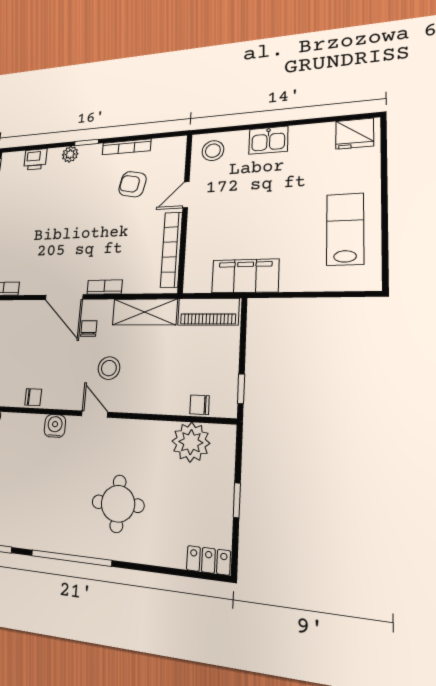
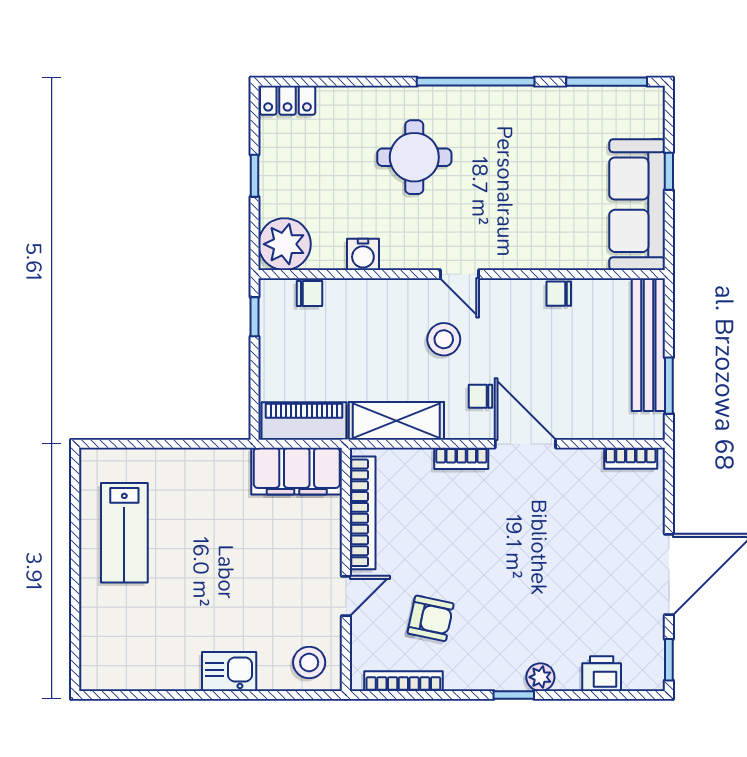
fridge: (355, 134) -> (112, 670), removed
bookcase: (126, 147) -> (403, 681), moved
filing cabinet: (245, 276) -> (297, 471), moved
chair: (89, 328) -> (480, 396), turned 90
water cooler: (55, 426) -> (363, 254), moved
plant: (191, 442) -> (285, 244), moved

